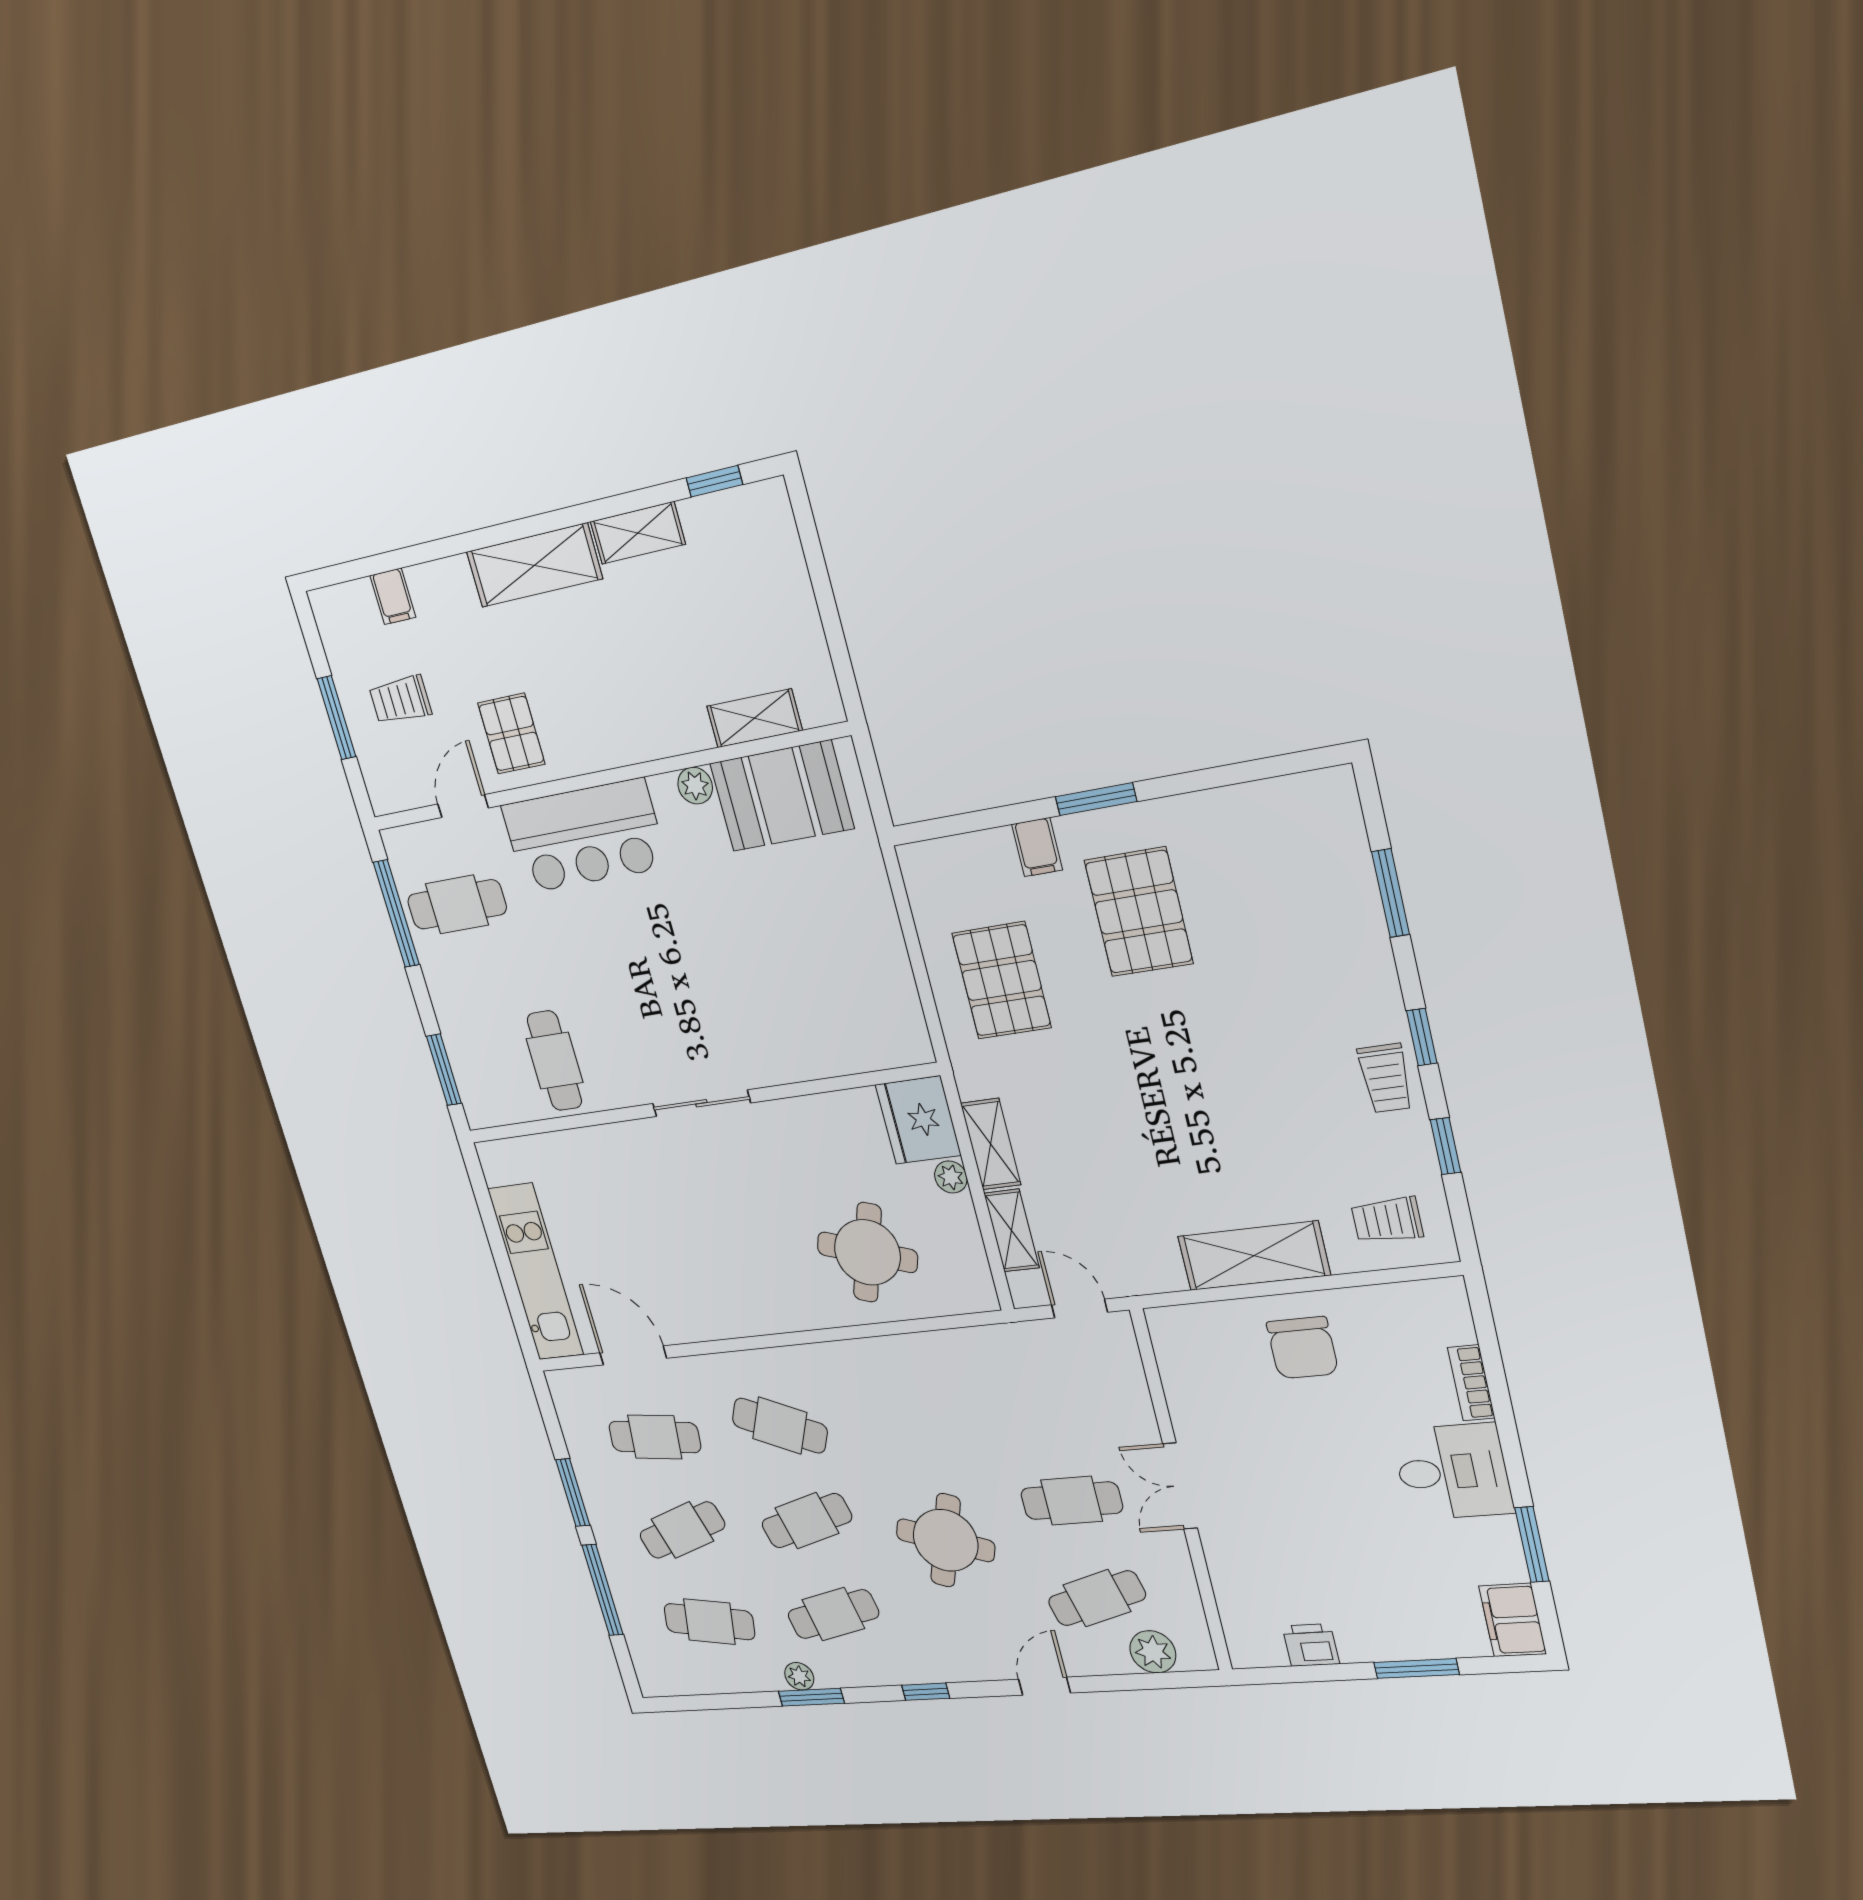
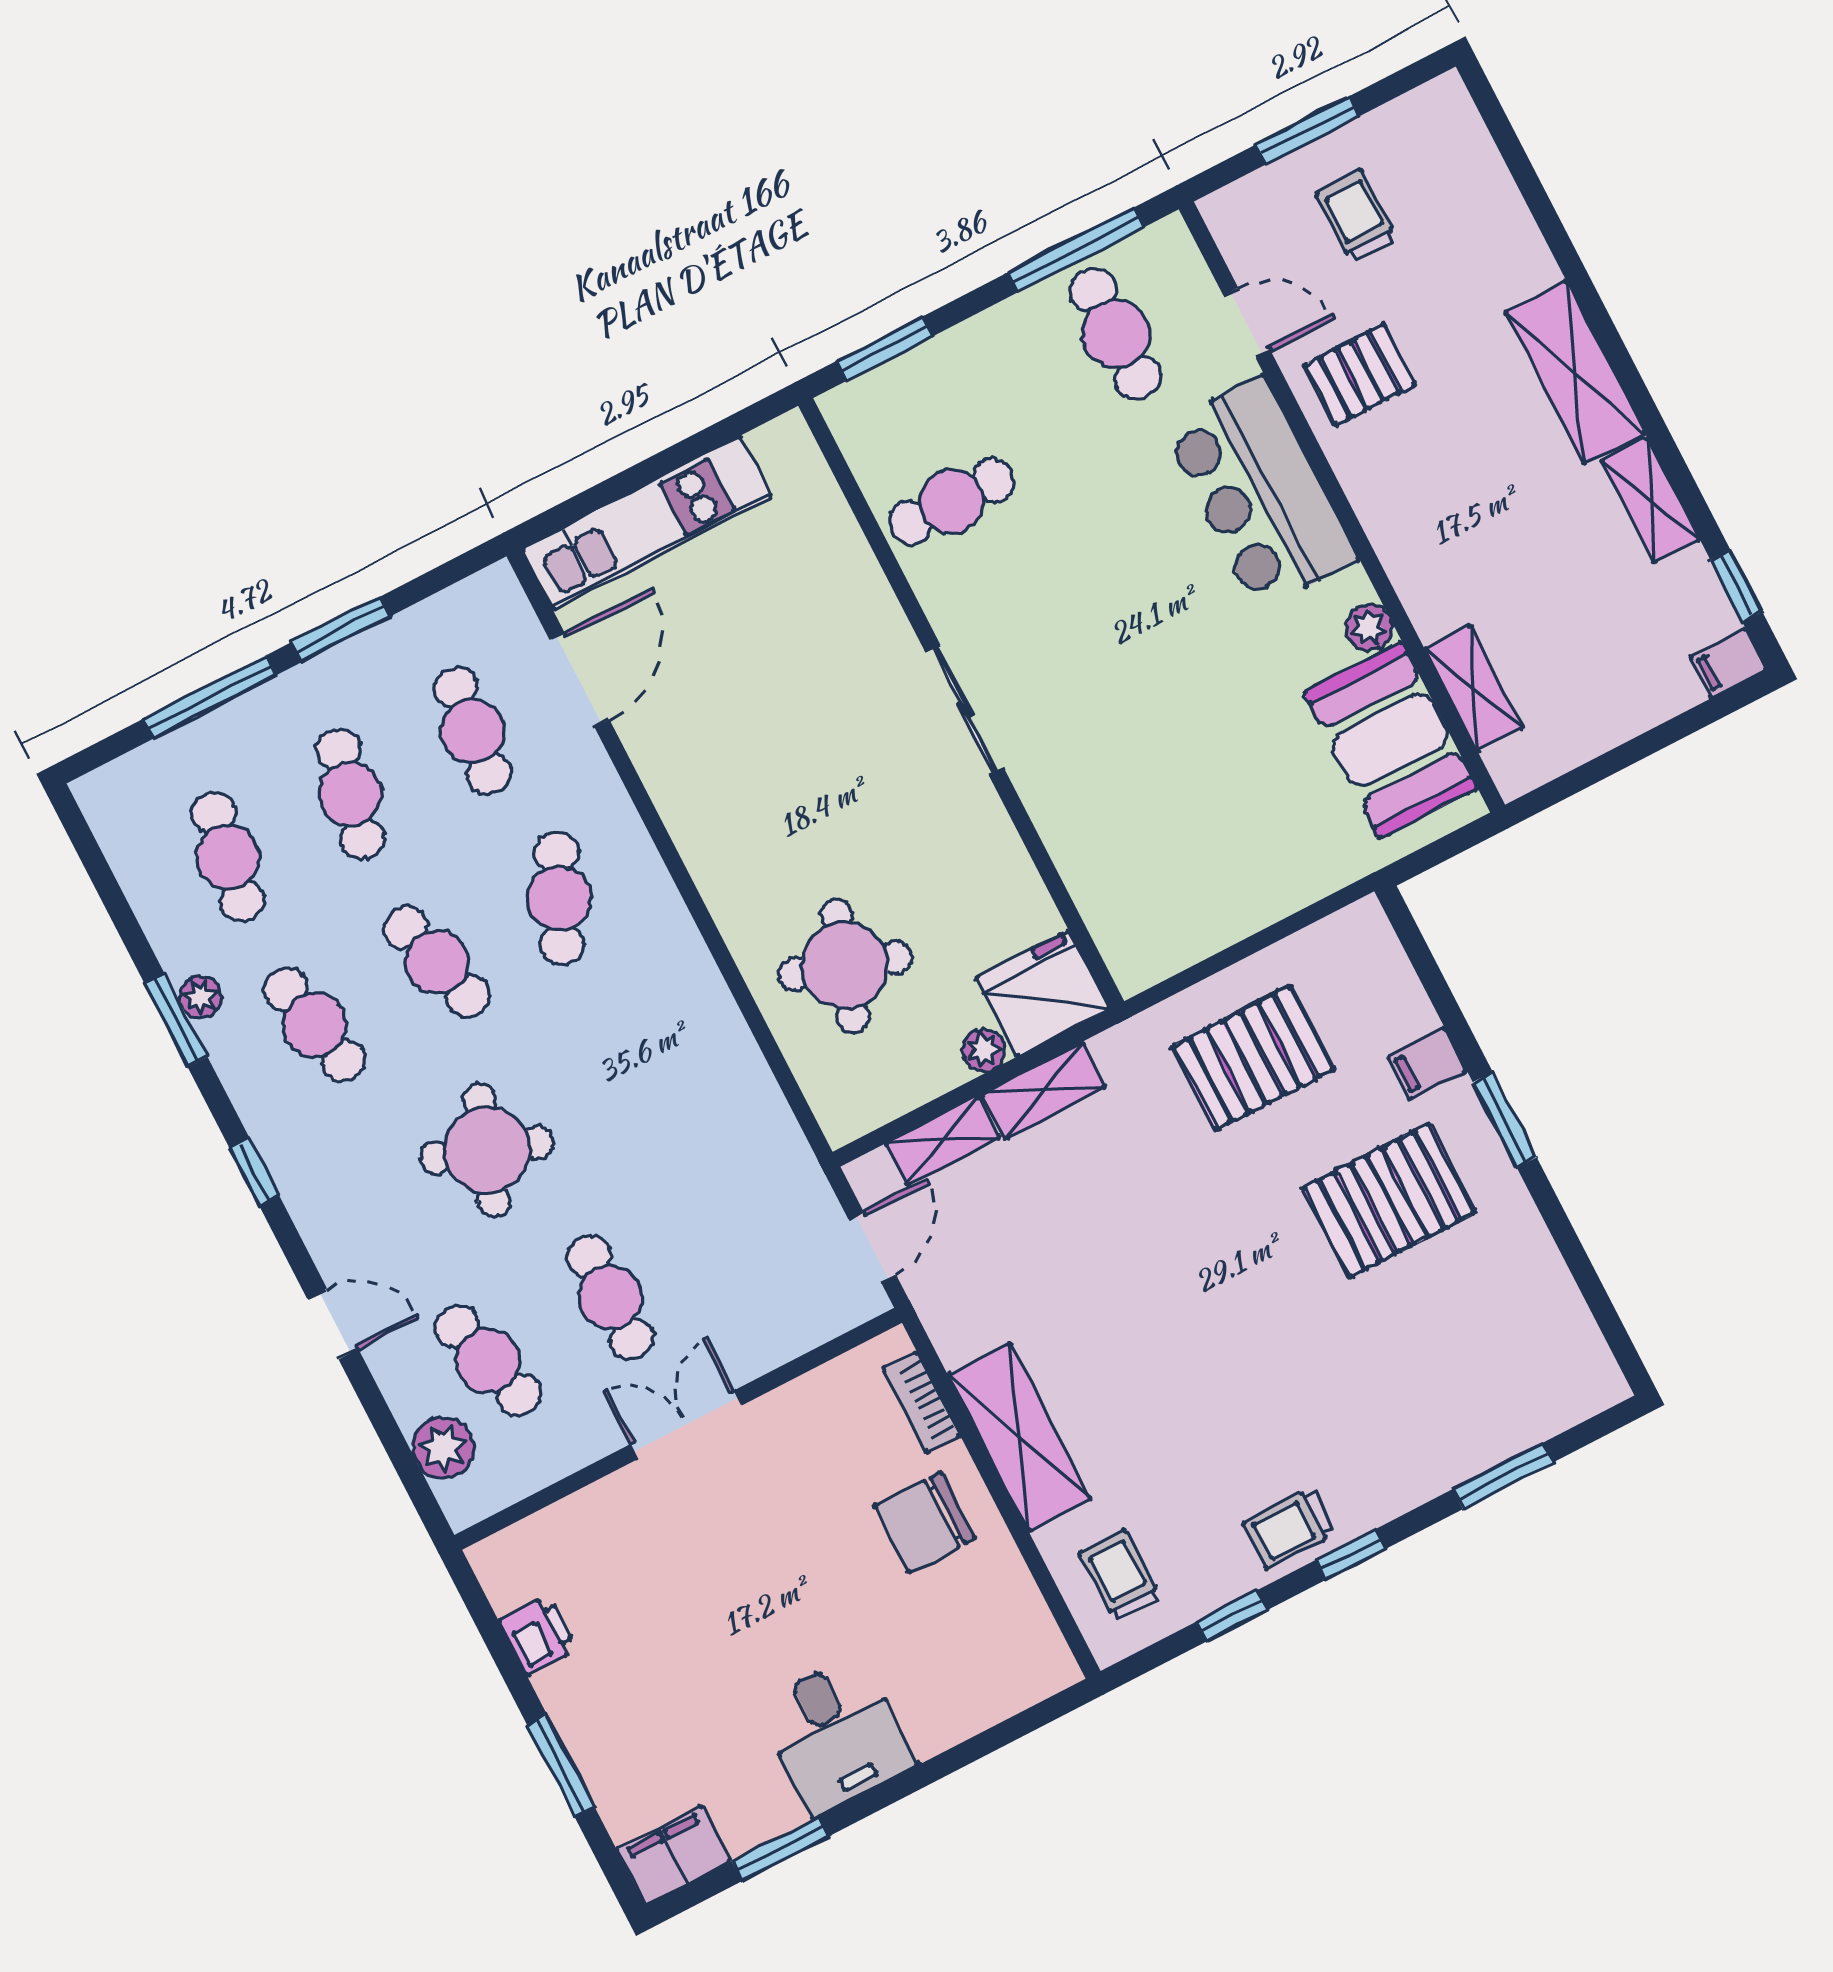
filing cabinet: (393, 596) -> (1729, 663), moved
bookcase: (1471, 1383) -> (922, 1402), moved, turned -90
cafe table: (682, 1530) -> (350, 794), turned 30

